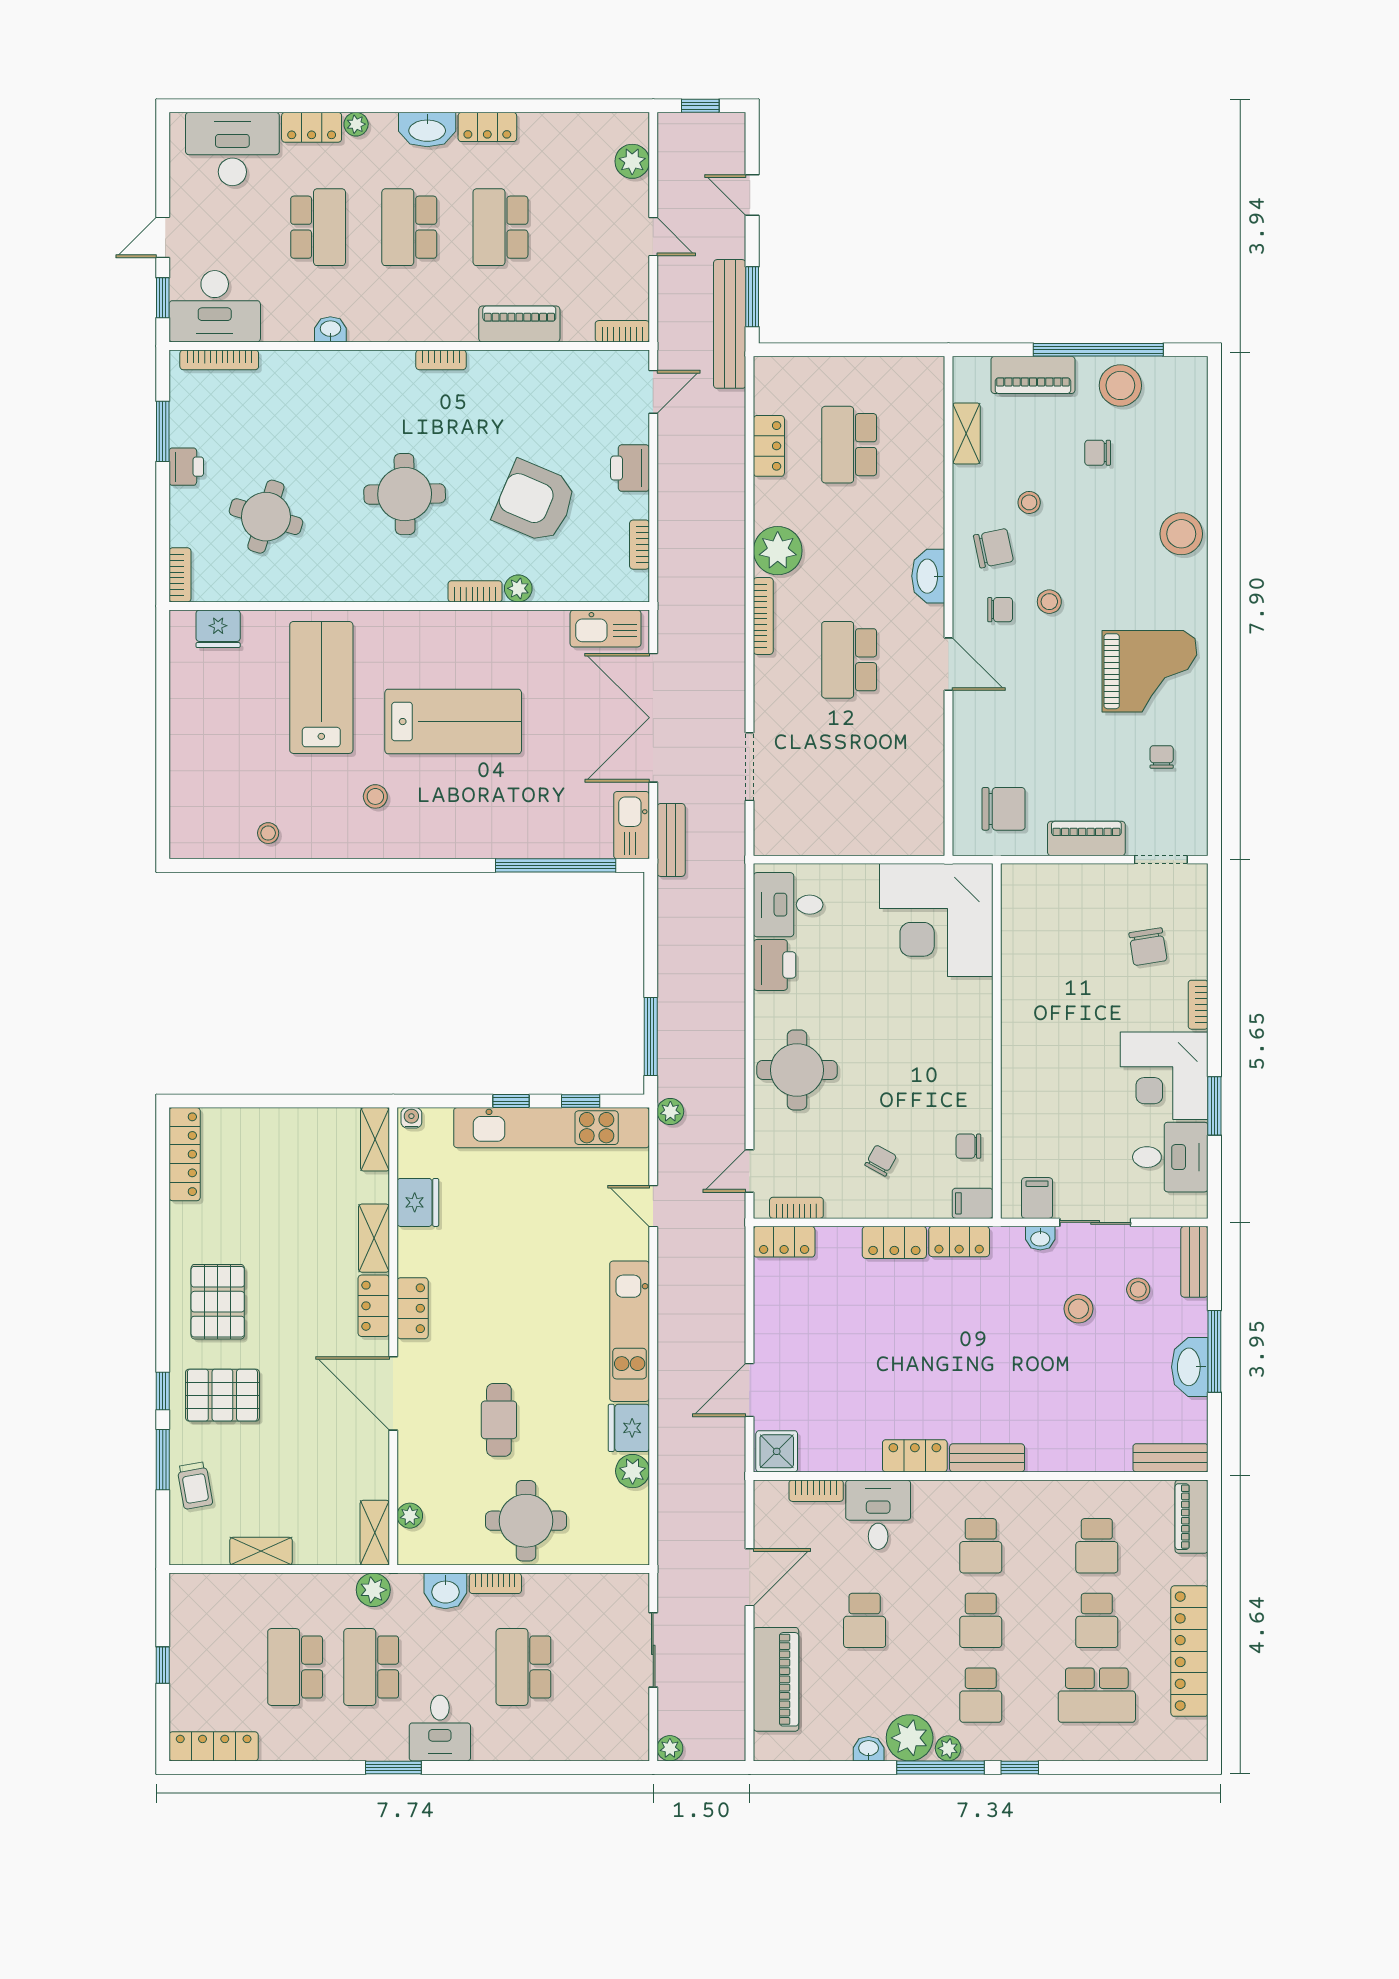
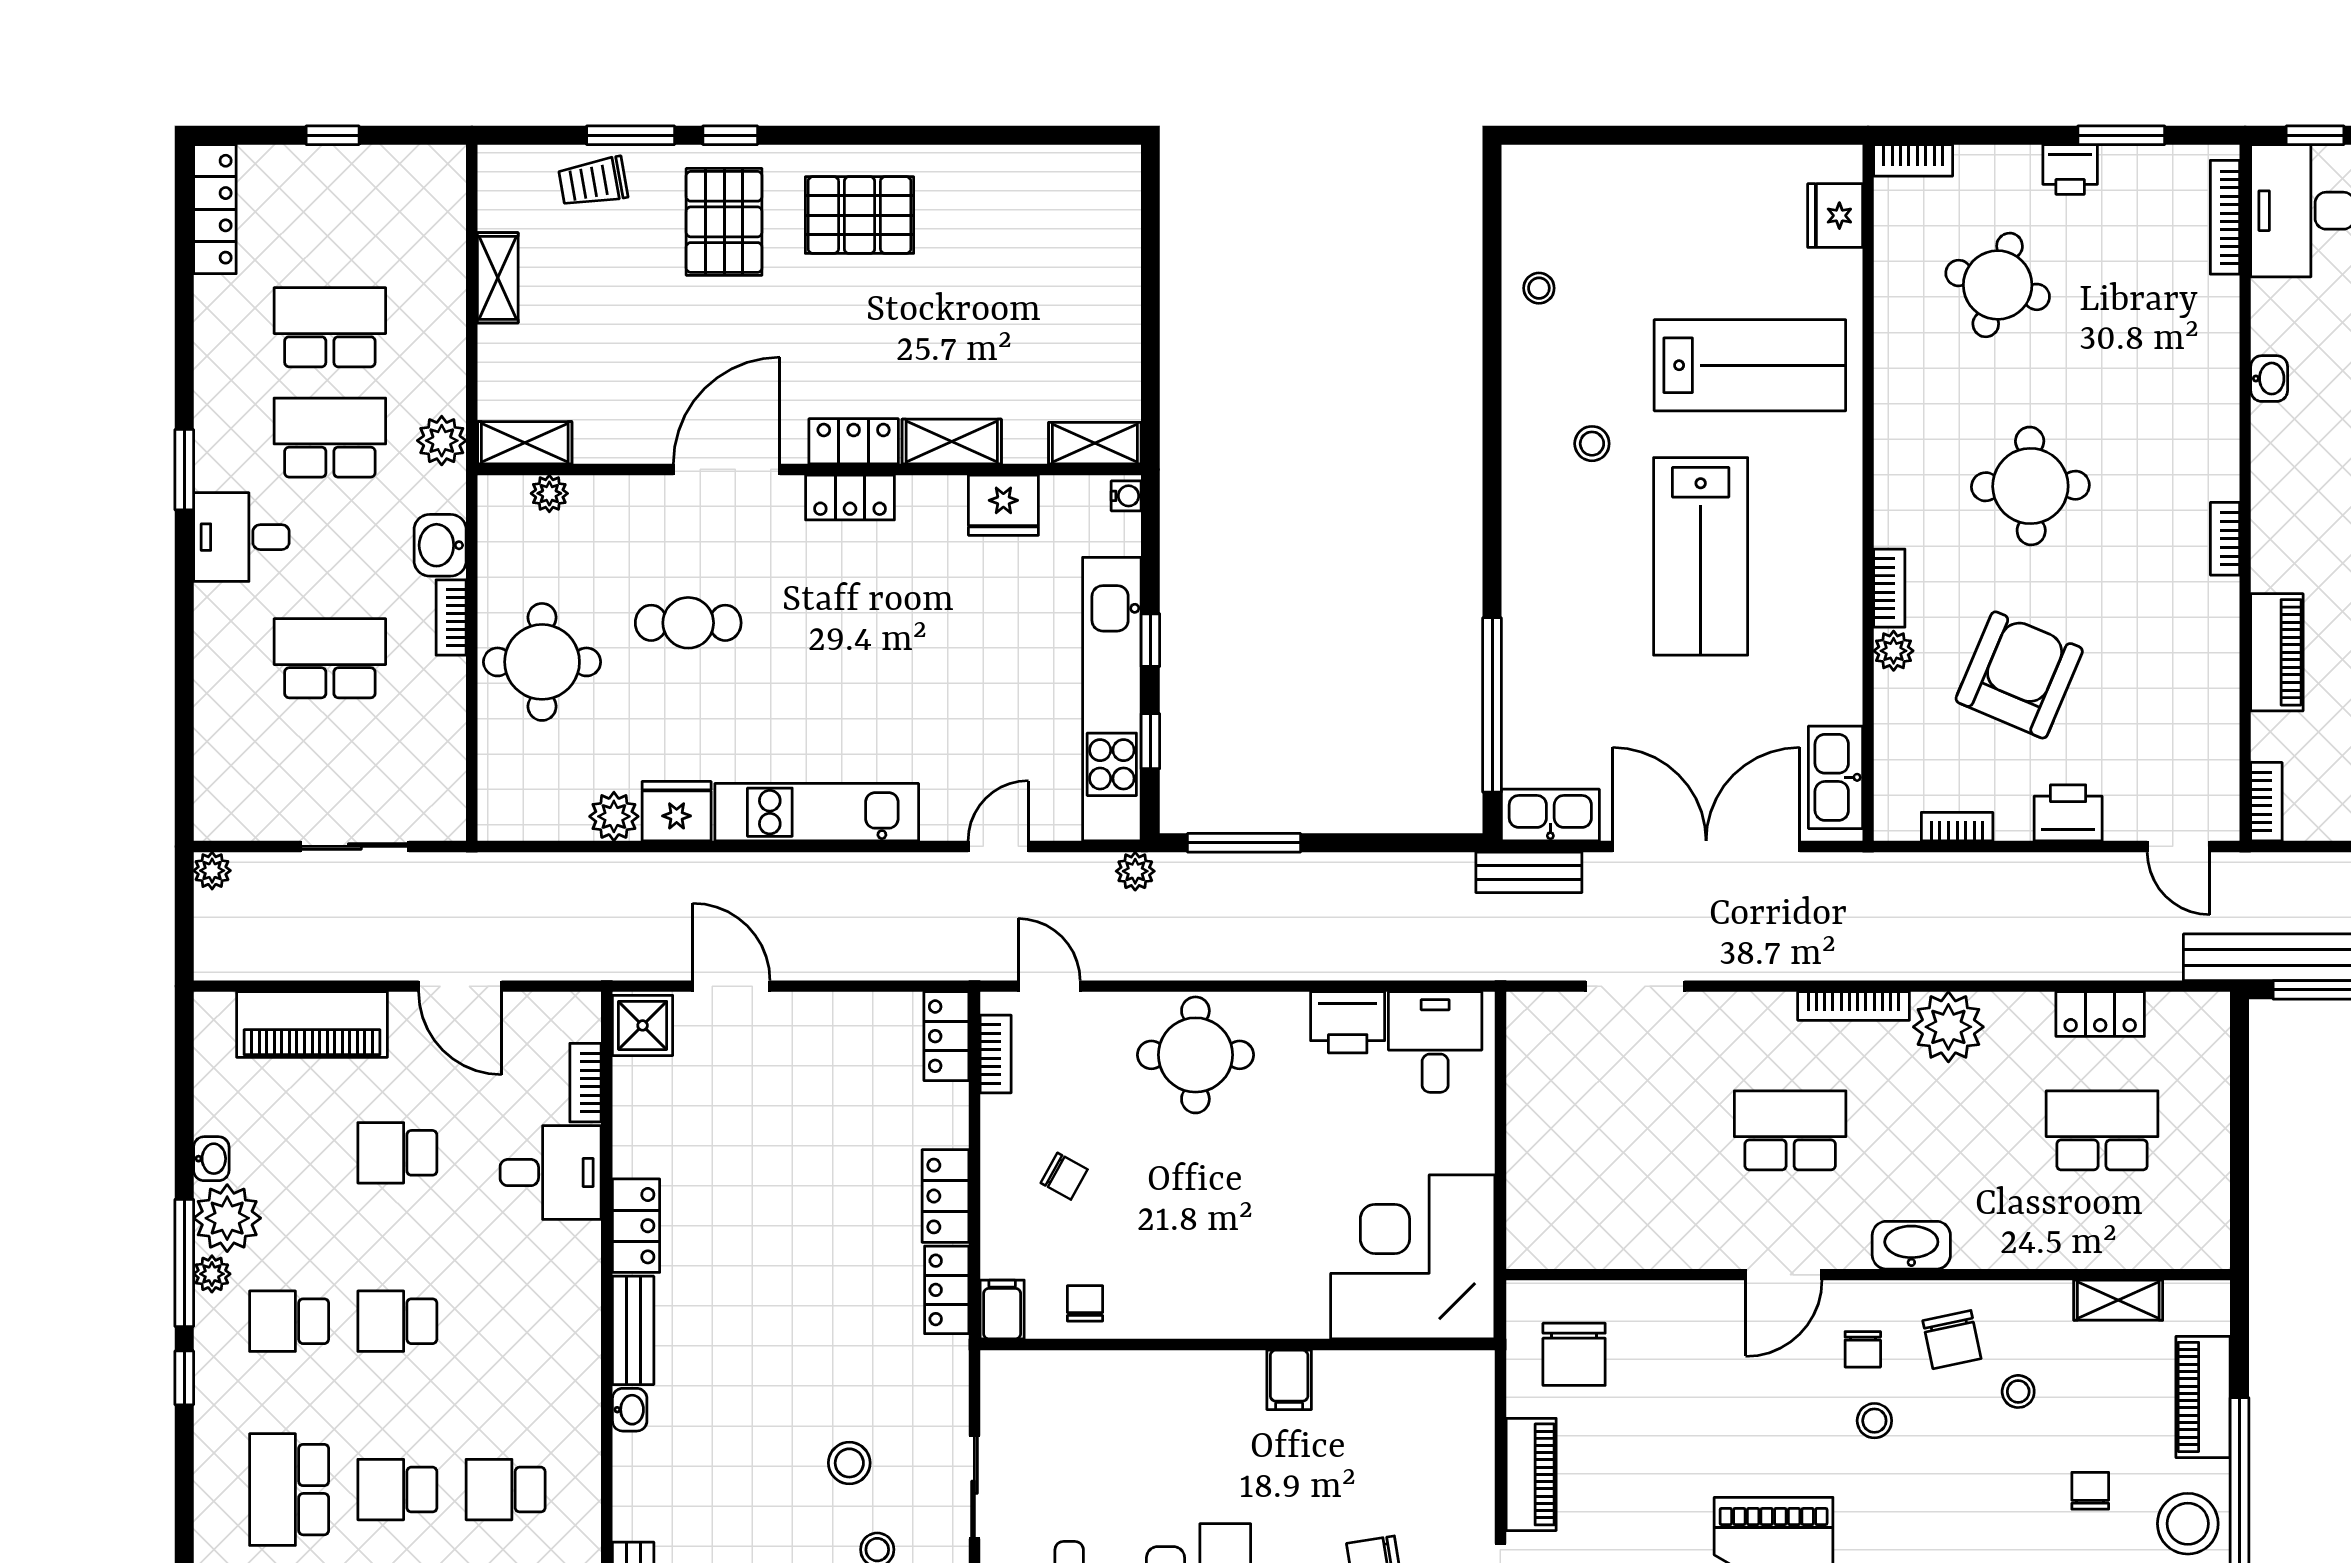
locker: (185, 1154) -> (1073, 167), removed
filing cabinet: (1037, 1198) -> (1289, 1380), moved, turned 90
washbasin: (1040, 1238) -> (630, 1410), moved, turned 180
school desk: (981, 1546) -> (506, 1321), removed

